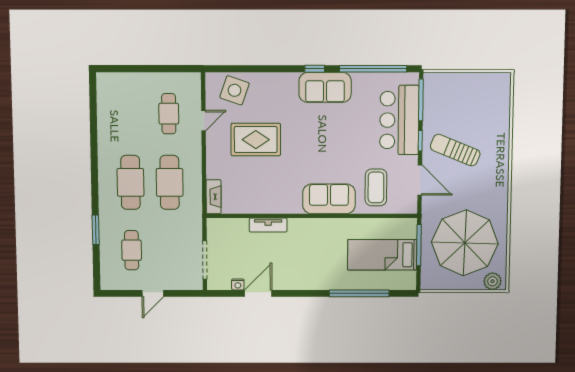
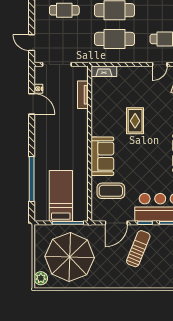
door: (203, 121) -> (160, 64), hinge flipped
rug: (256, 140) -> (135, 121), moved, width x0.73, depth x0.70
tv unit: (268, 225) -> (83, 95), moved
door: (153, 293) -> (32, 43), moved

